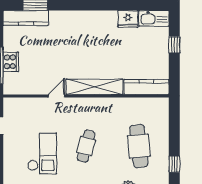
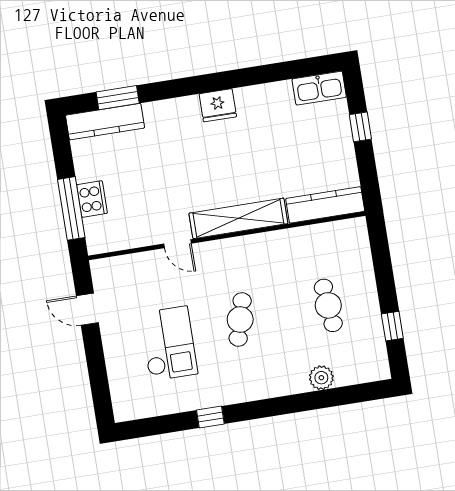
fridge: (128, 19) -> (218, 105), moved
door: (57, 96) -> (178, 244), swing flipped
cafe table: (139, 146) -> (328, 305), width x0.73, depth x0.74

